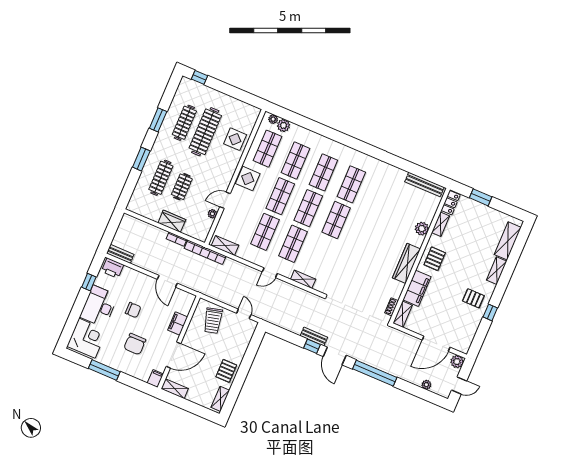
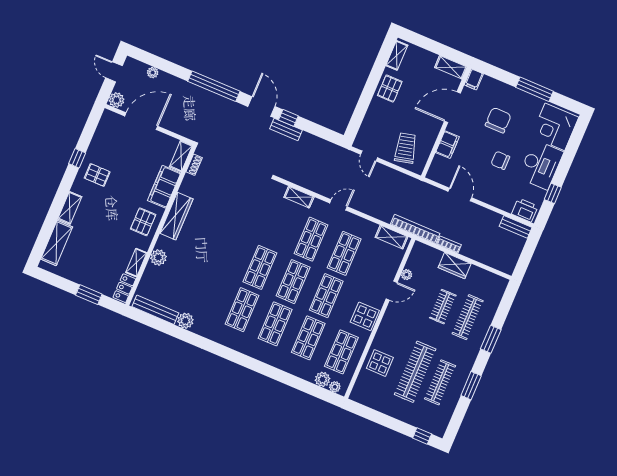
plant: (399, 175) -> (185, 321), added
door: (459, 385) -> (114, 72), hinge flipped

